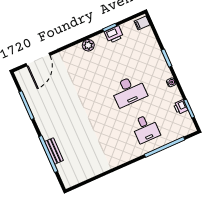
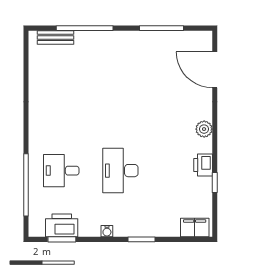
filing cabinet: (142, 23) -> (195, 228), width x2.00
printer: (114, 34) -> (203, 165), moved
plant: (88, 45) -> (204, 129), moved
printer: (181, 107) -> (62, 225), width x1.87, depth x1.48
bench: (54, 151) -> (55, 37), moved

